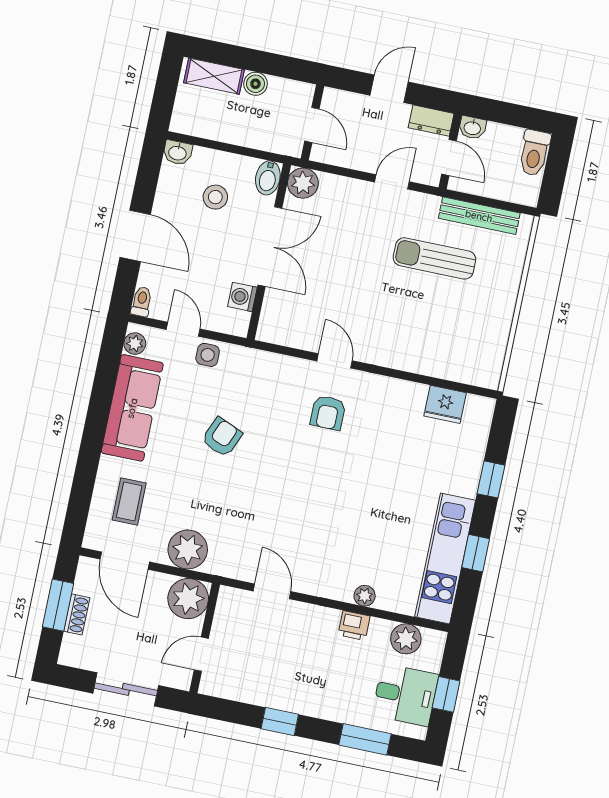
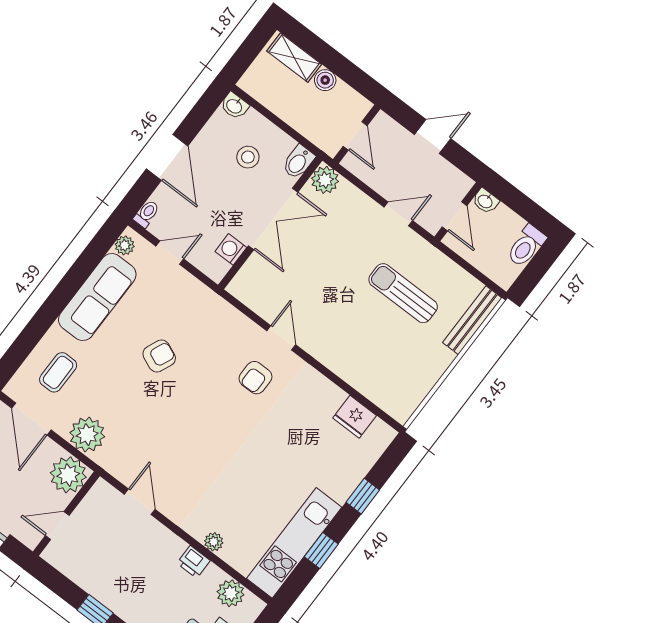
dresser: (431, 121) -> (454, 179), removed
bench: (479, 216) -> (472, 320), moved, turned 90
door: (183, 329) -> (170, 253), hinge flipped
side table: (208, 355) -> (180, 283), removed

